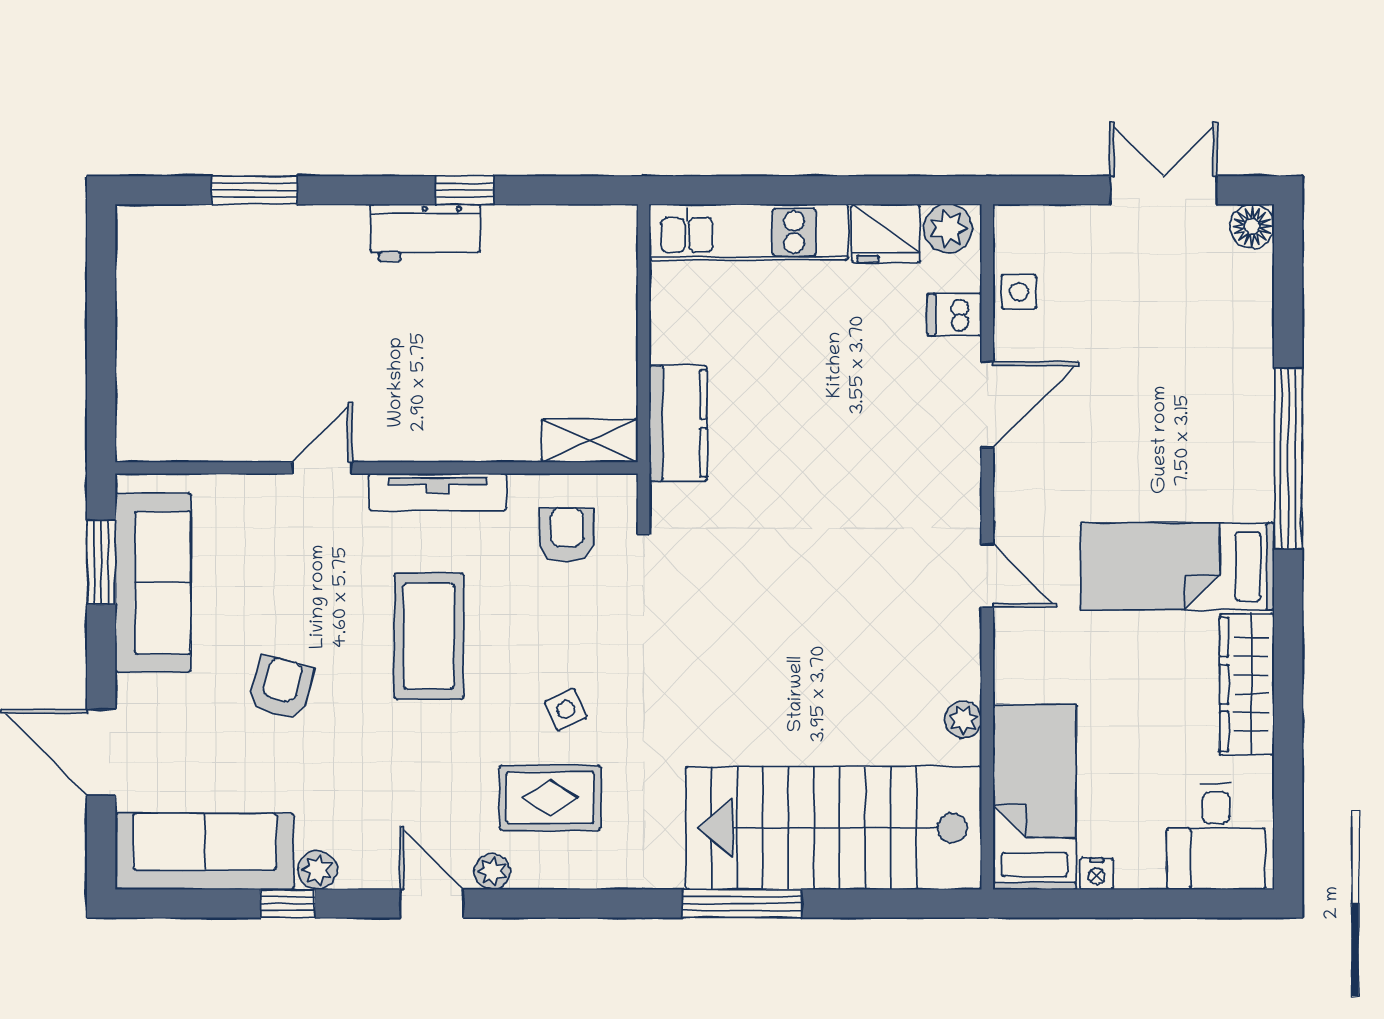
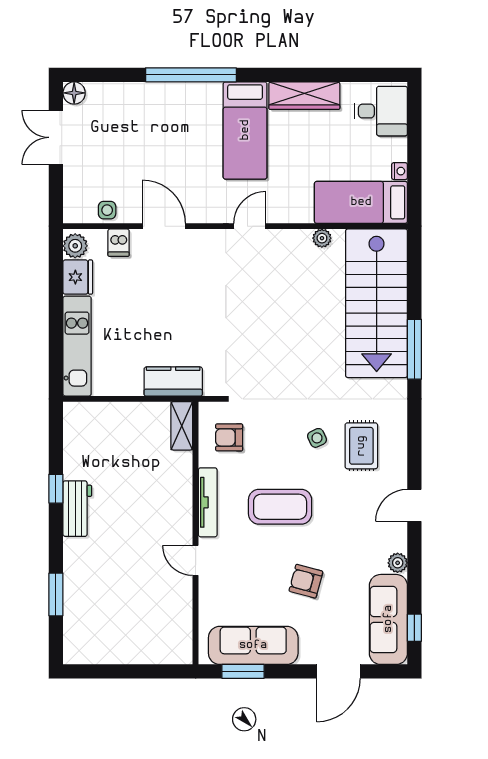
plant: (492, 871) -> (398, 475), removed
window: (288, 903) -> (414, 628), moved

